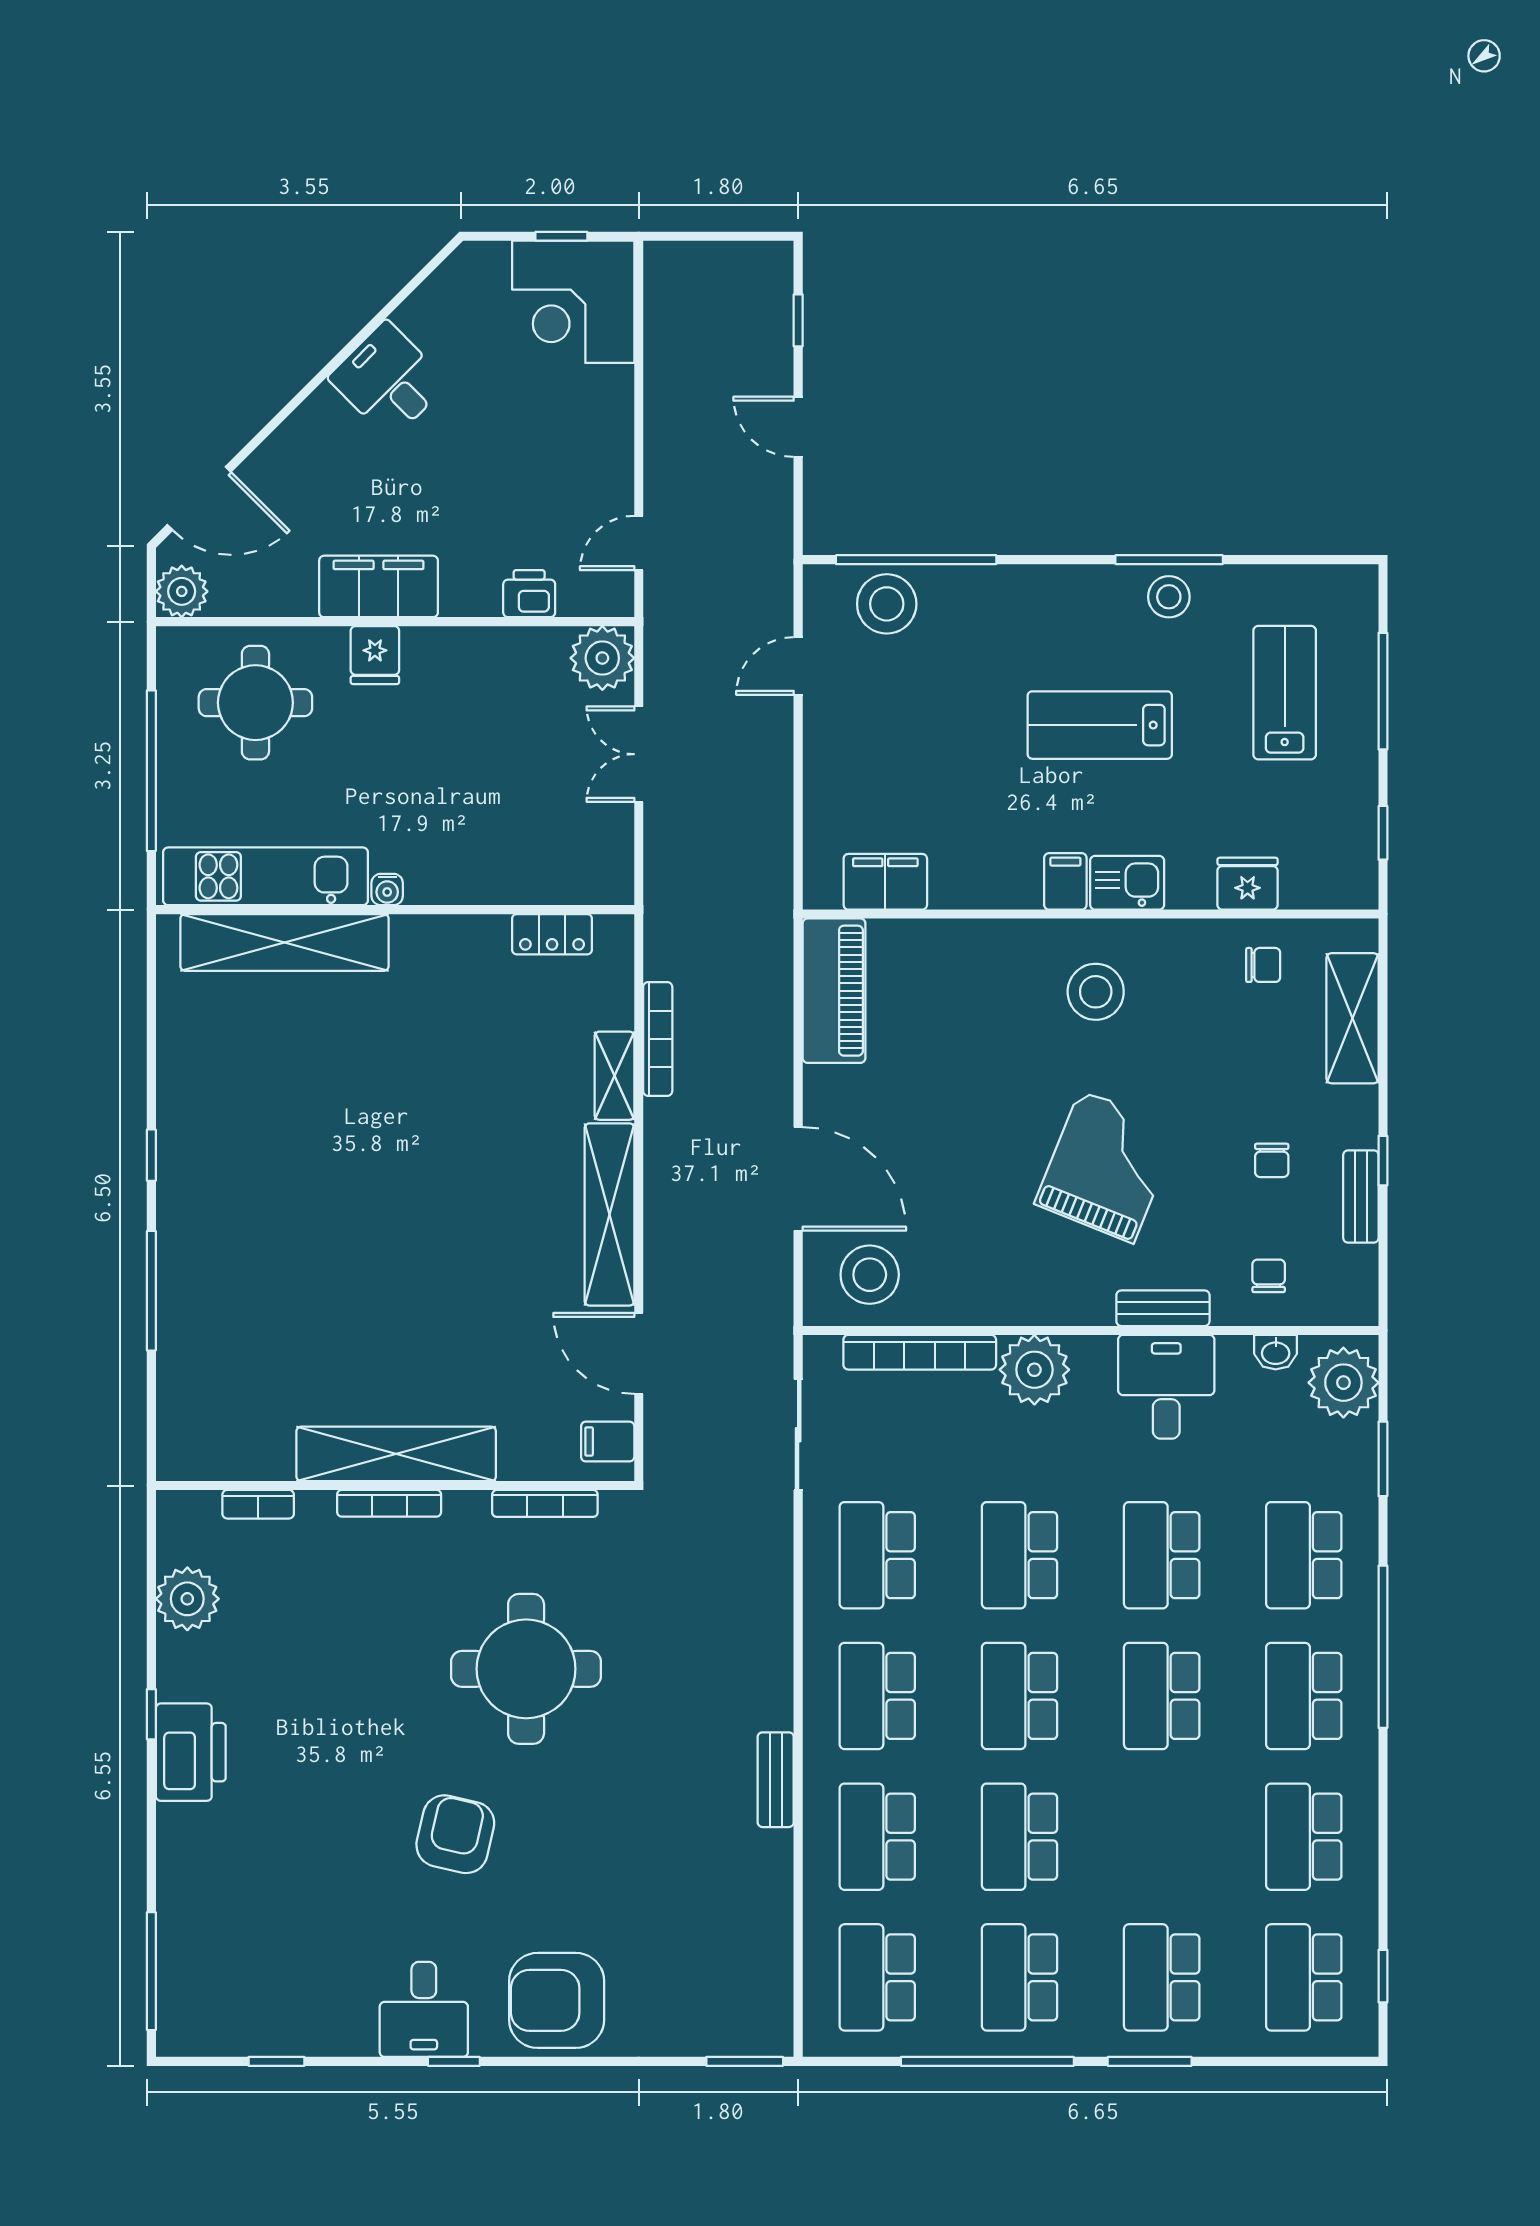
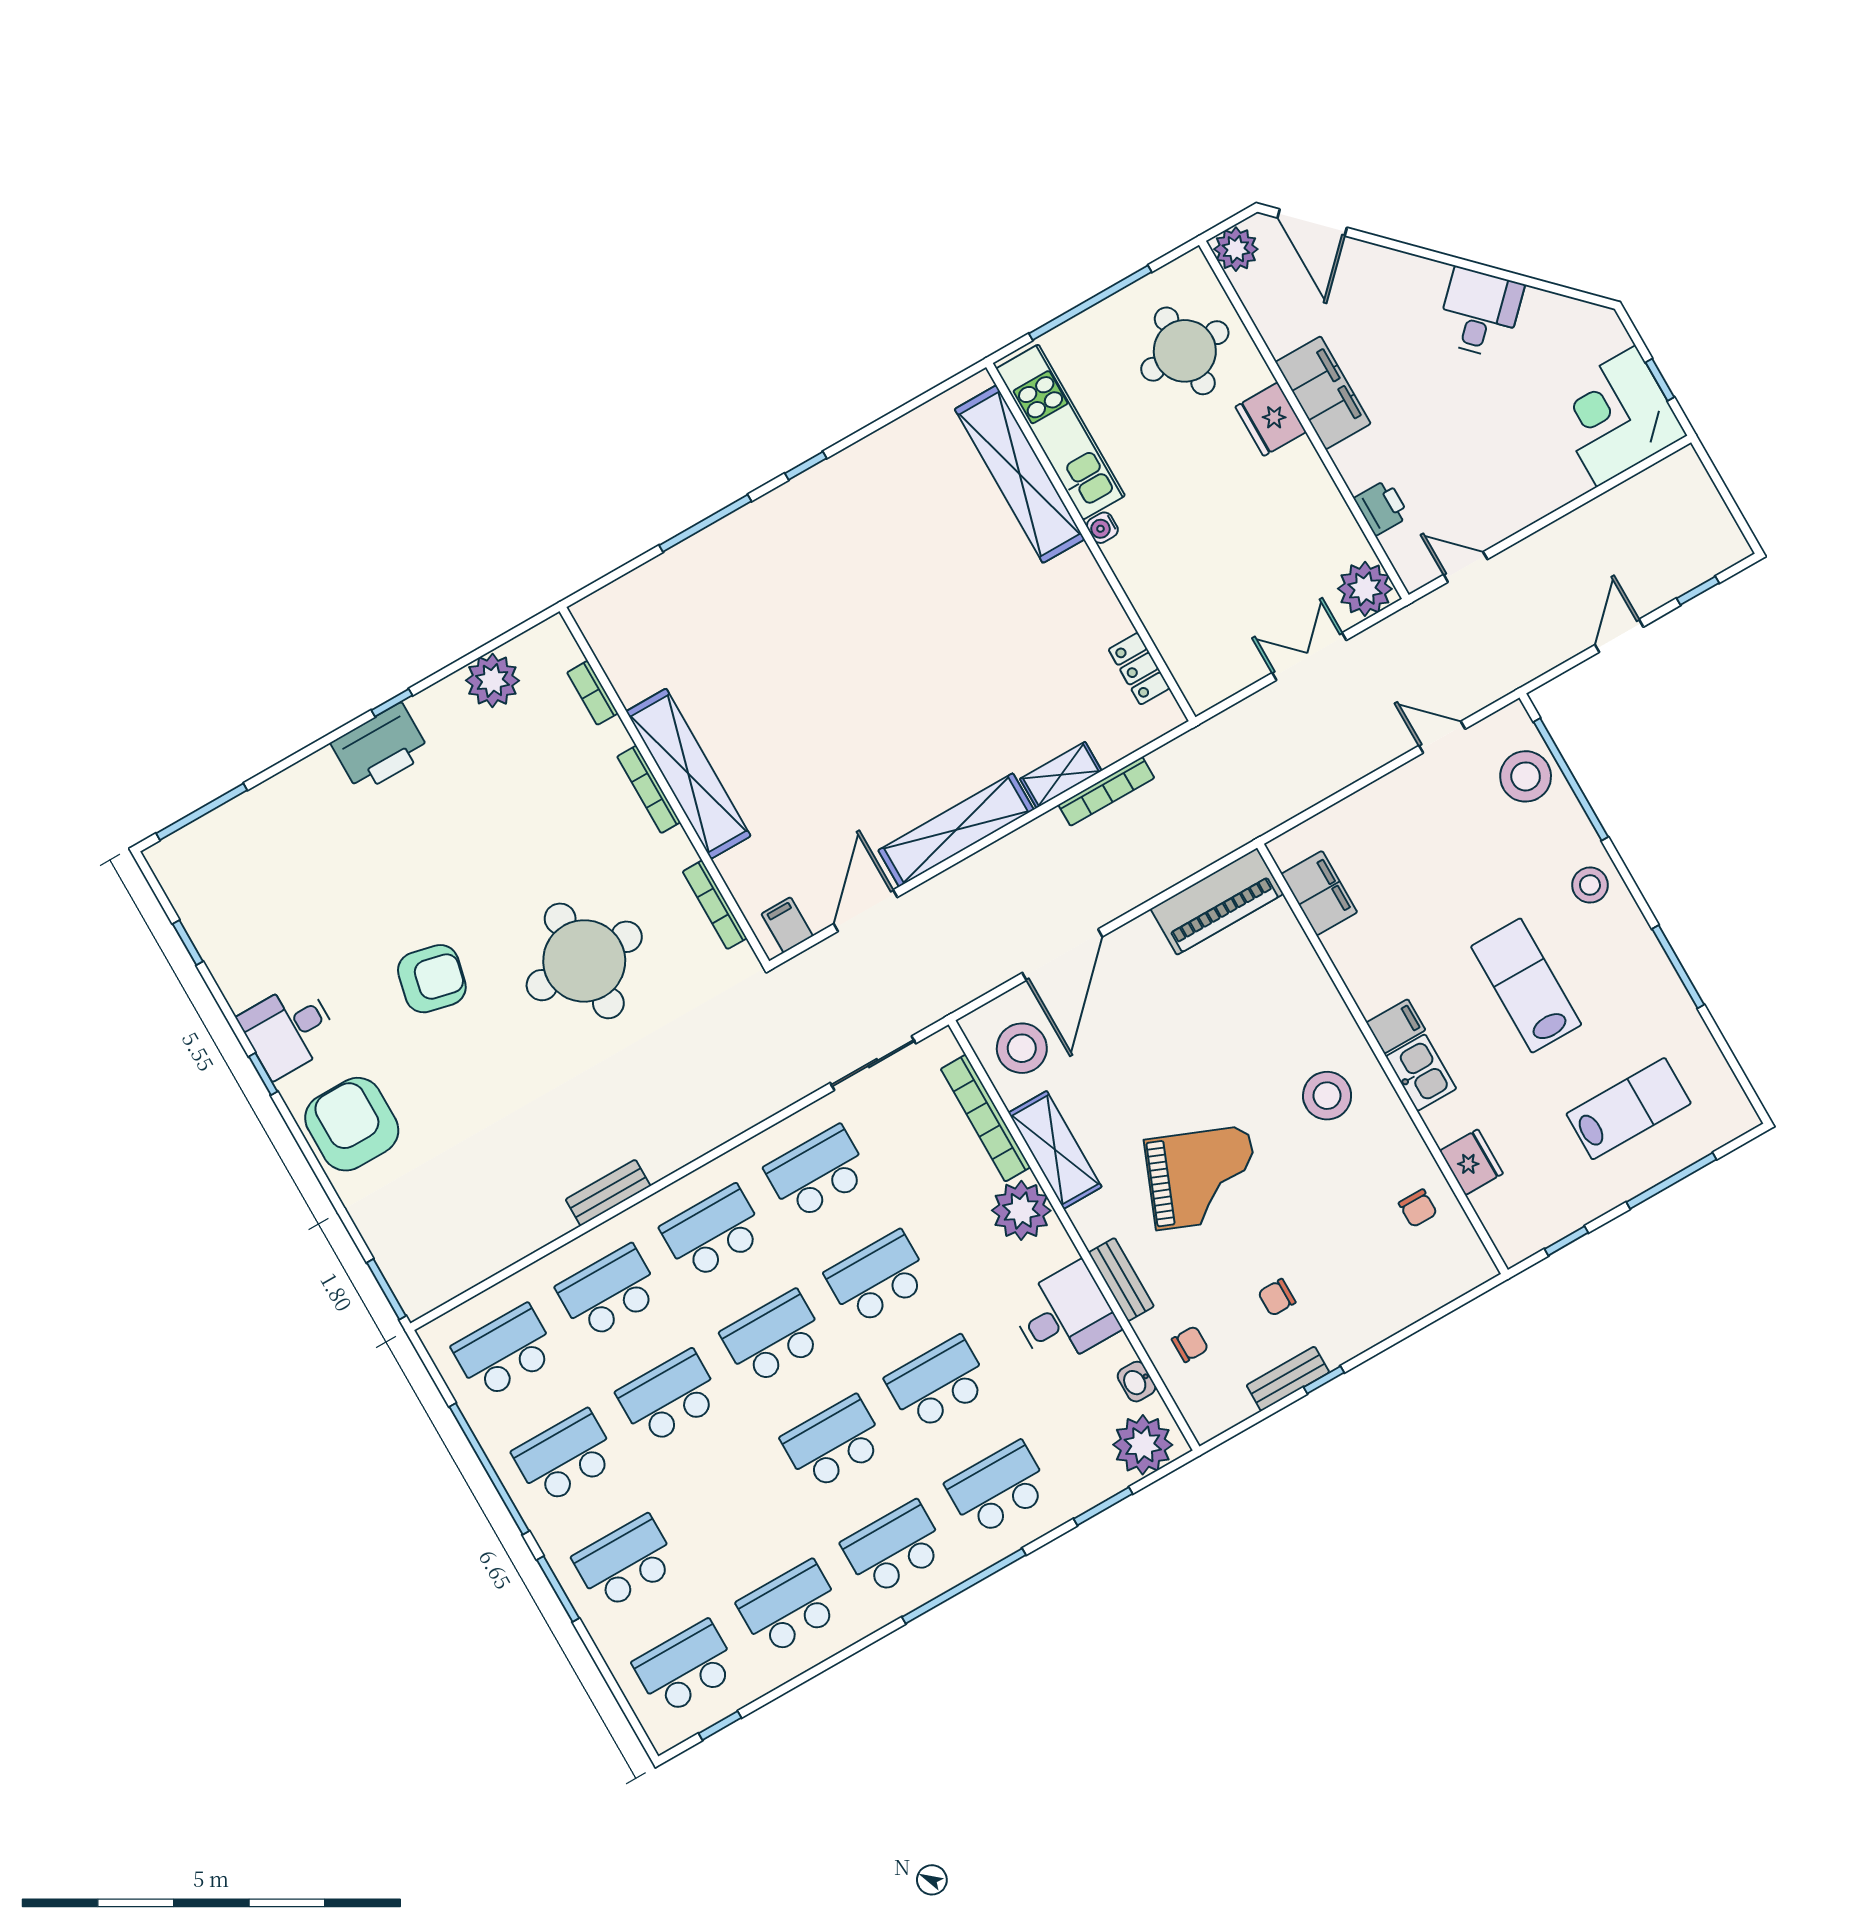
stool: (1169, 597) -> (1590, 885), moved
fridge: (375, 655) -> (1271, 419), width x1.38
shelving: (1352, 1018) -> (1055, 1150), moved, turned 90

